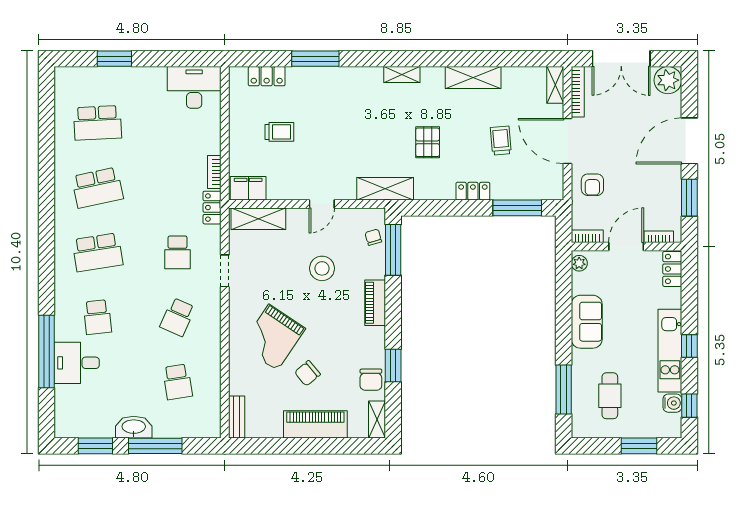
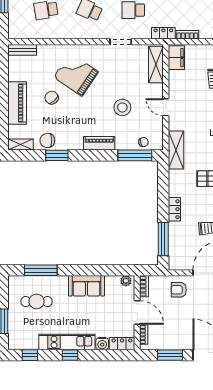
water cooler: (672, 403) -> (102, 344), moved

